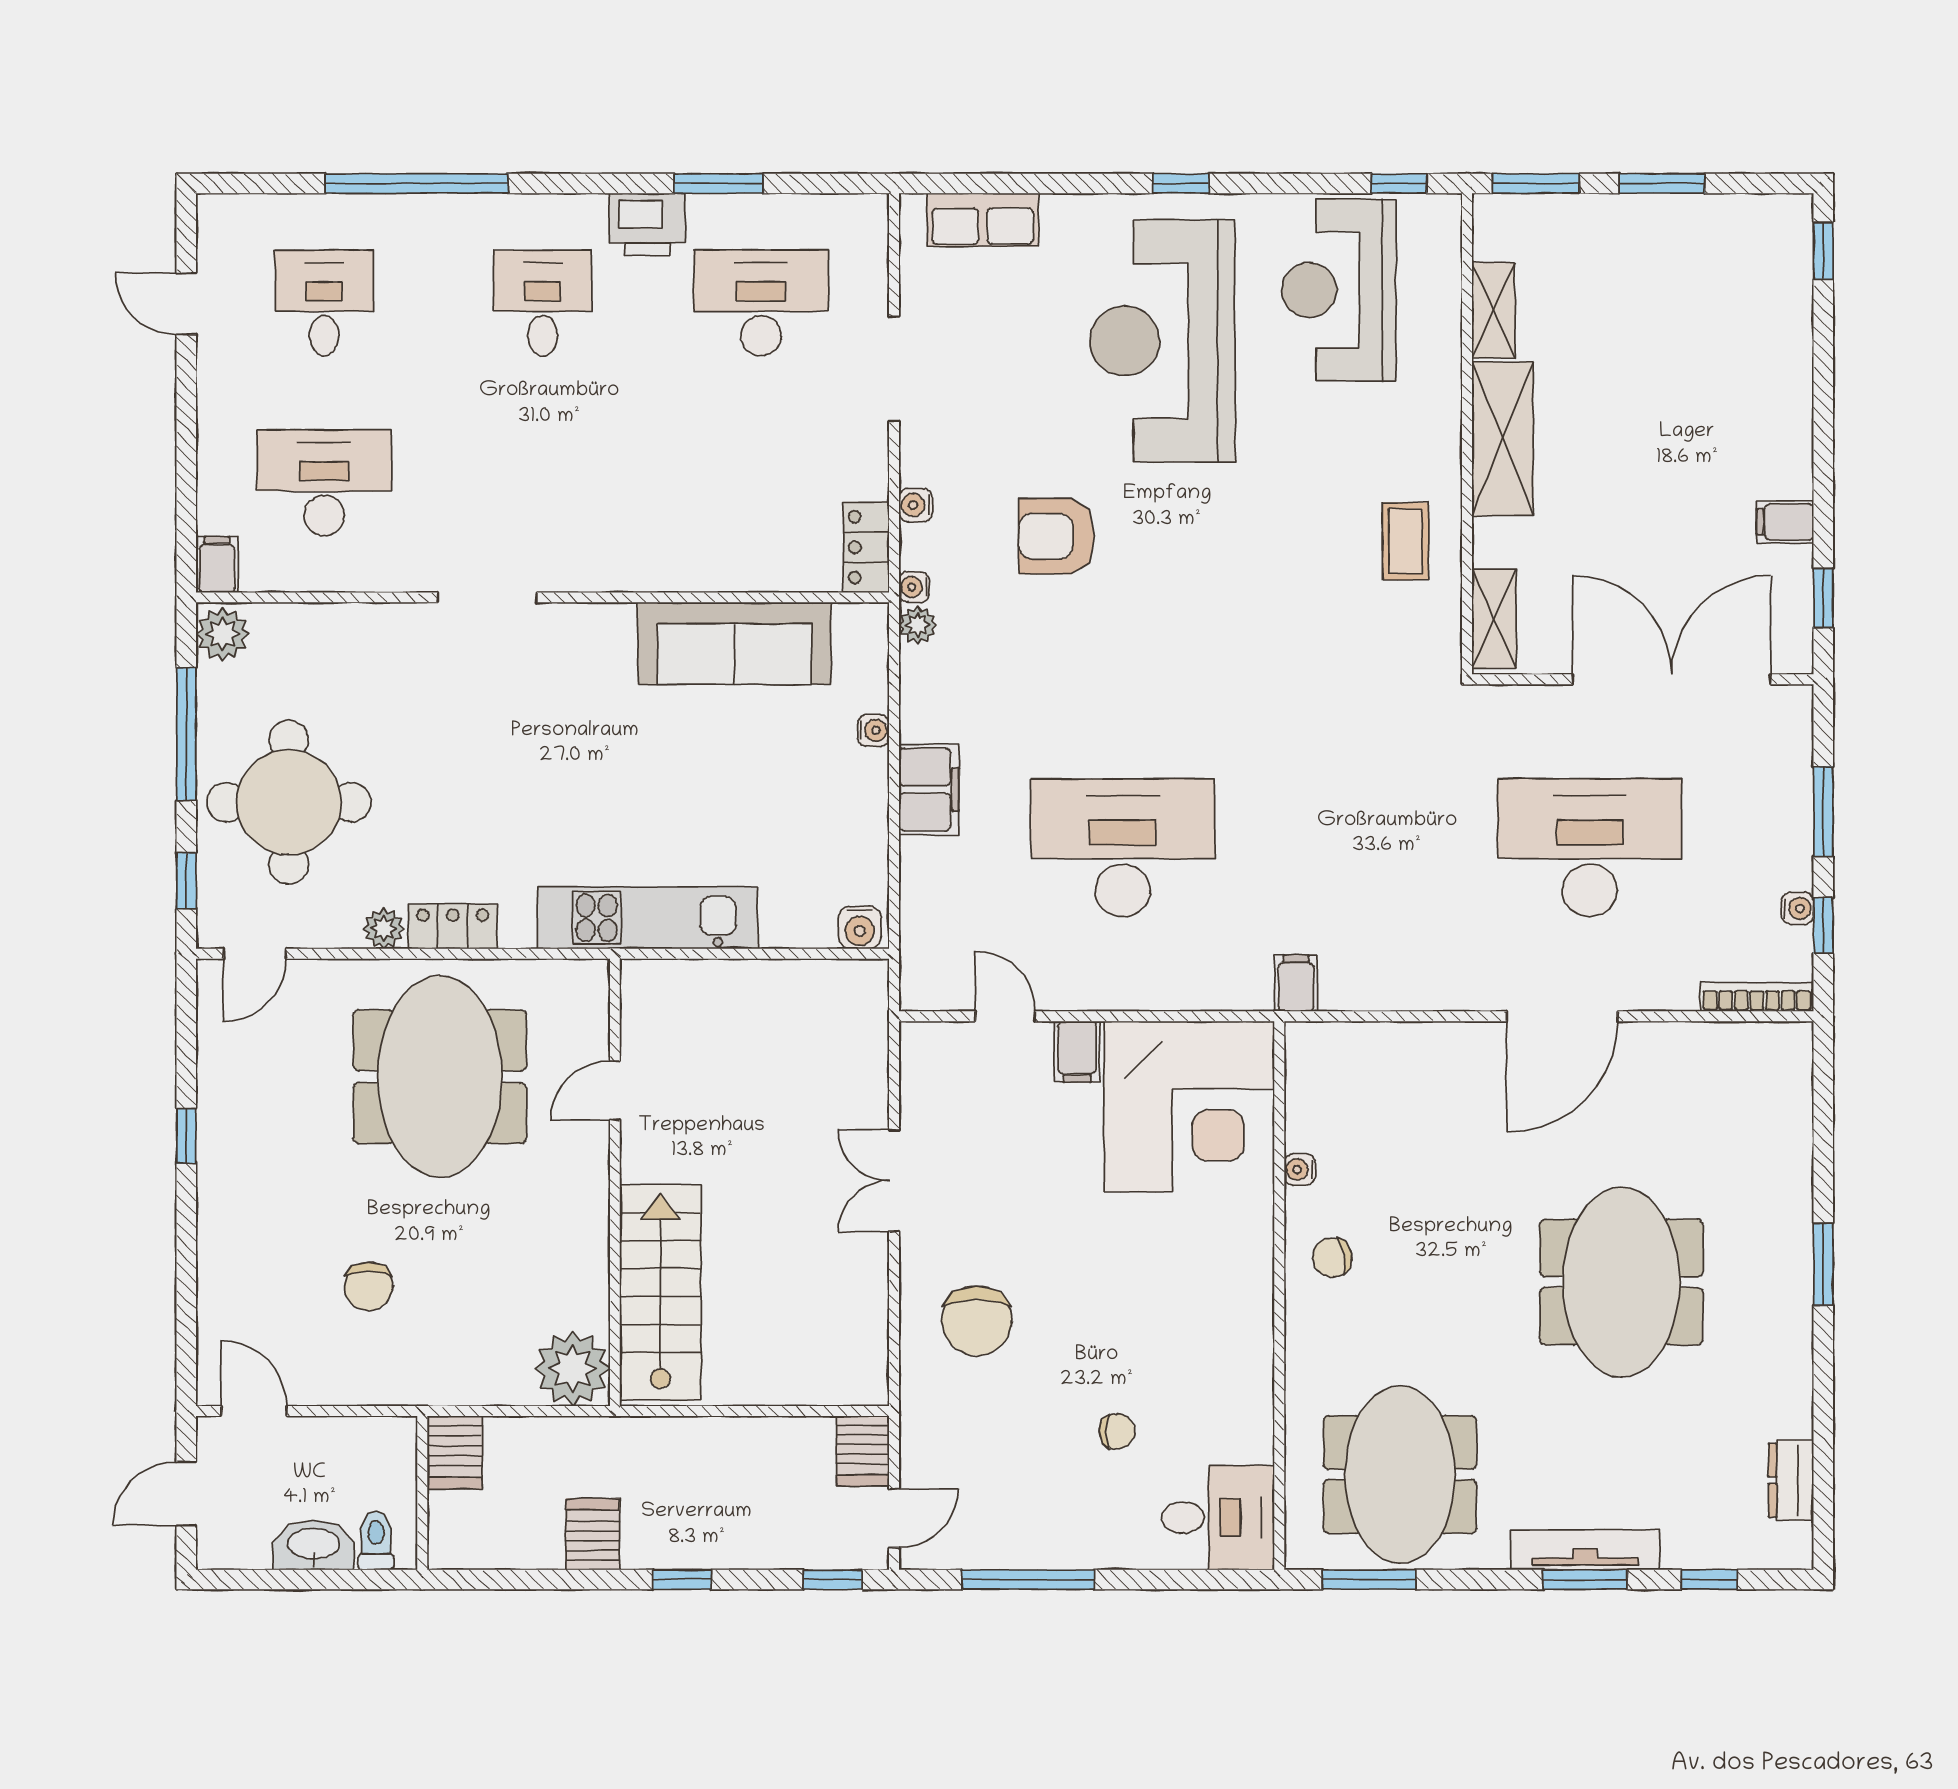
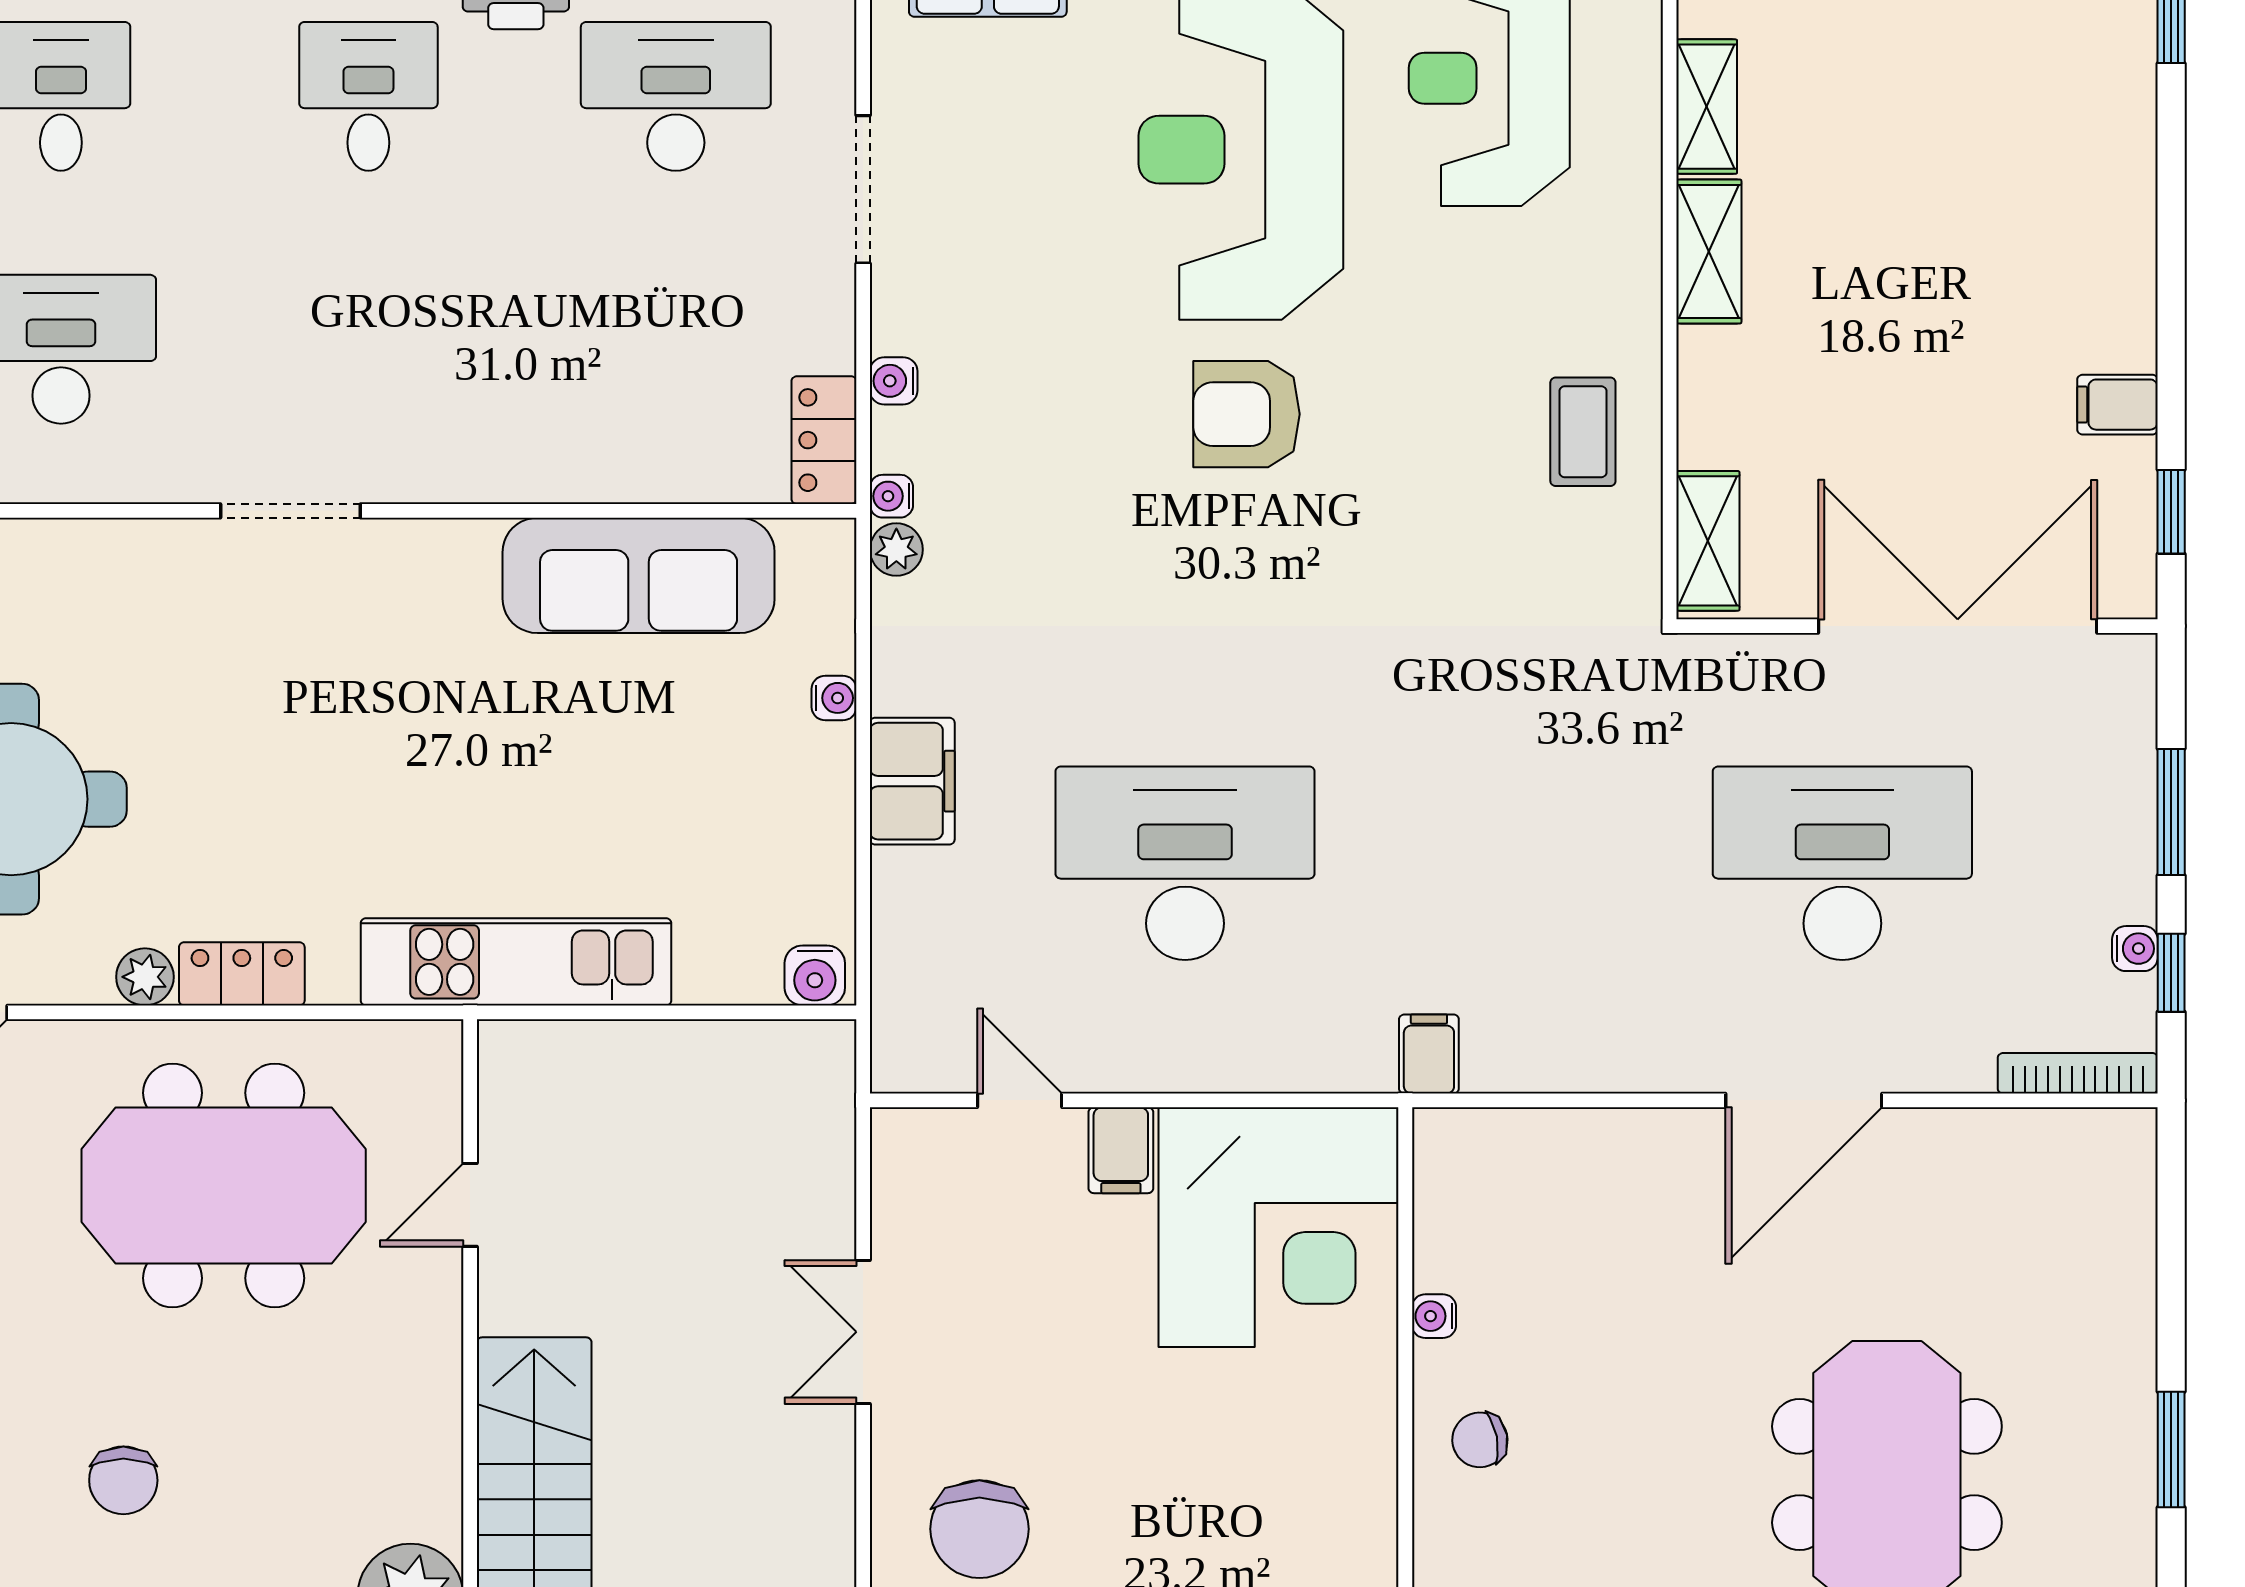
shelving: (1503, 439) -> (1709, 252), width x0.67, depth x0.75
armchair: (1056, 536) -> (1247, 414), moved
meeting table: (440, 1077) -> (224, 1186), turned 90

